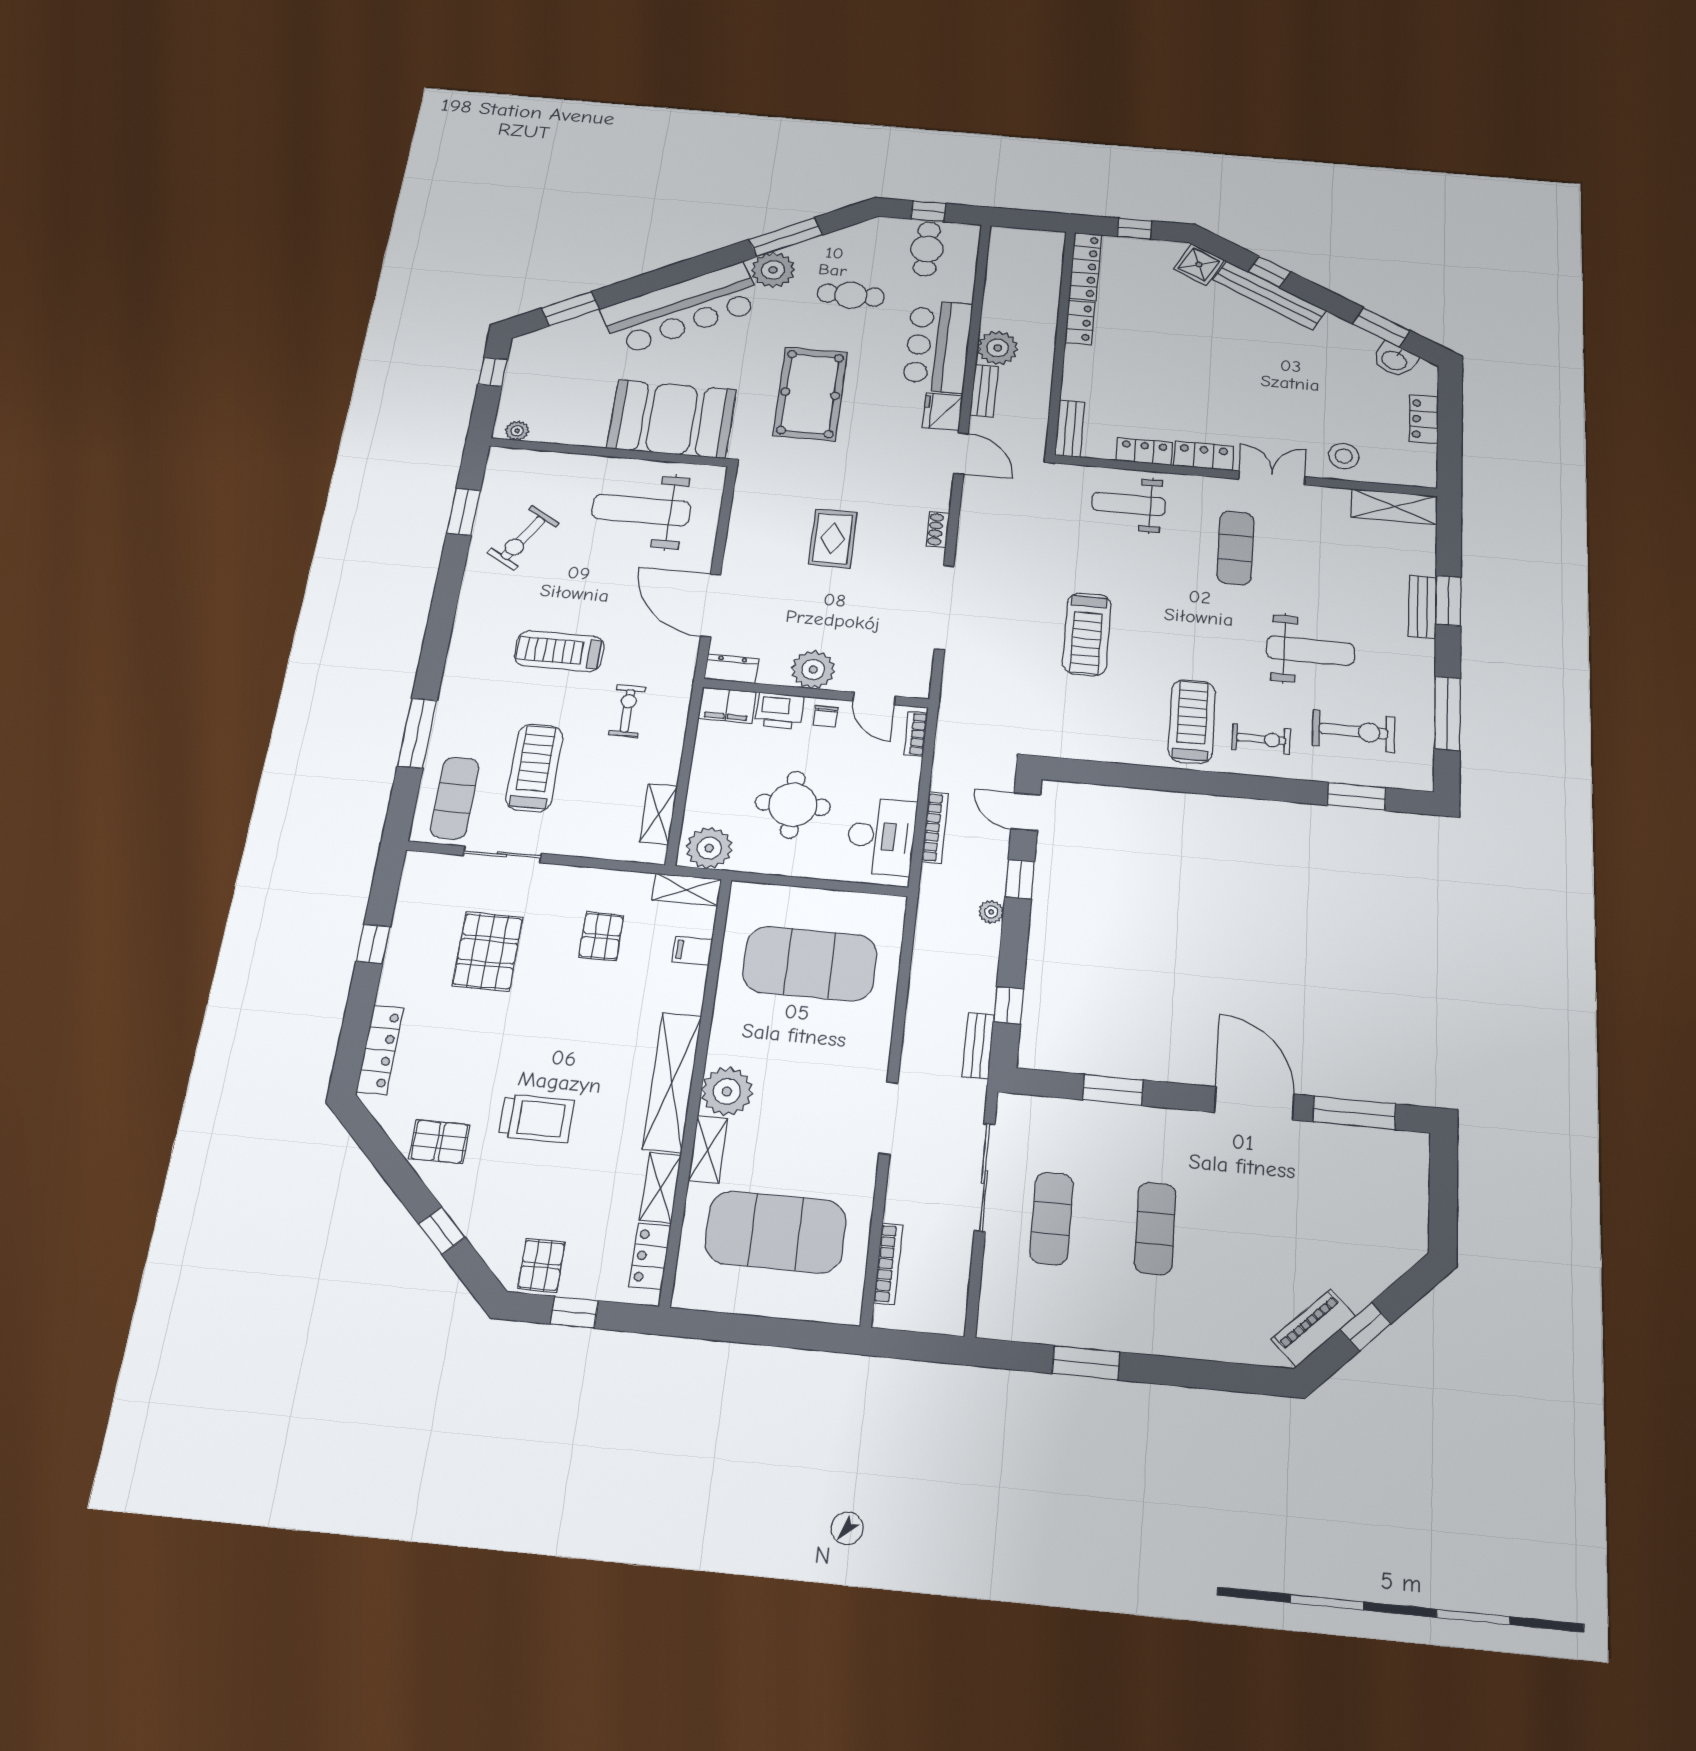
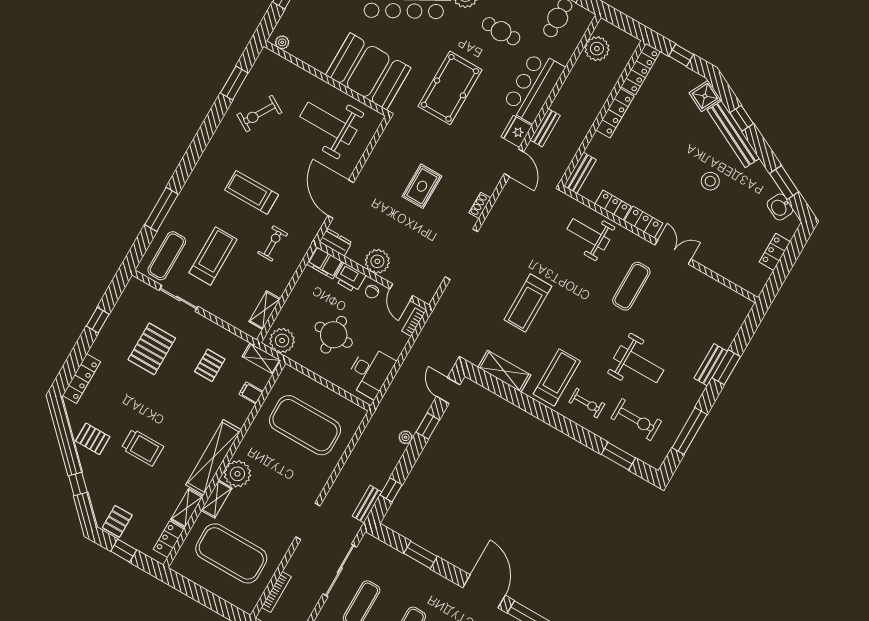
locker: (1080, 323) -> (615, 113), width x1.53
plant: (998, 348) -> (597, 49), moved
stool: (1344, 456) -> (710, 181), moved
shelving: (1394, 507) -> (504, 371), moved
bookcase: (935, 828) -> (399, 379), removed

